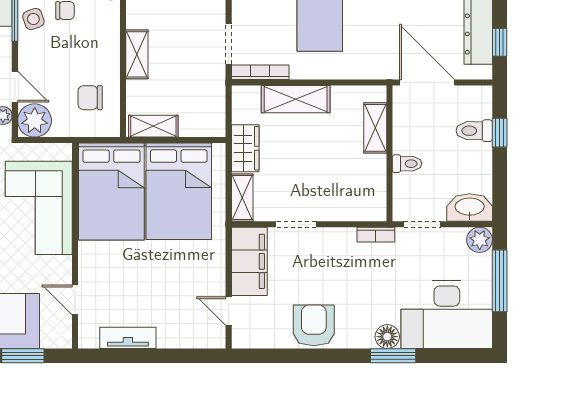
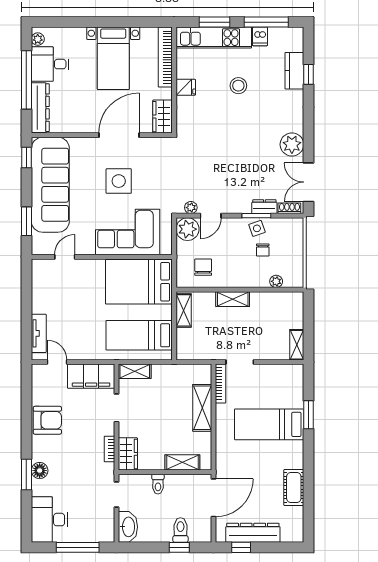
wardrobe: (245, 148) -> (128, 454), moved, turned -90
bed: (179, 191) -> (139, 335), width x0.67
bookcase: (376, 235) -> (109, 449), moved
plant: (480, 240) -> (106, 534), removed
door: (229, 311) -> (57, 362), hinge flipped
desk: (447, 314) -> (49, 520), width x0.73, depth x0.77
tv unit: (128, 338) -> (39, 333), moved

